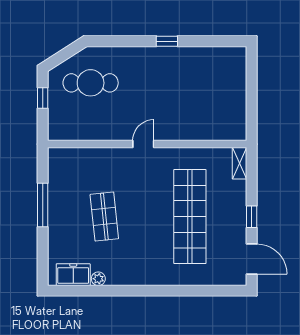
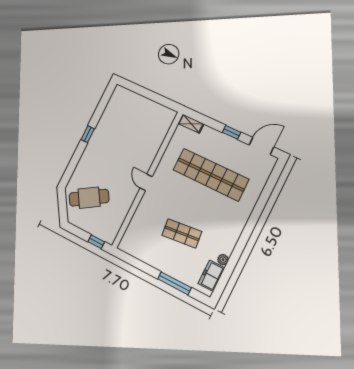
cafe table: (91, 83) -> (89, 198), turned 58
window: (43, 98) -> (96, 242), moved
window: (43, 205) -> (174, 283), moved

